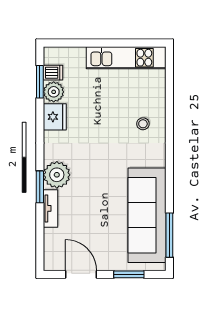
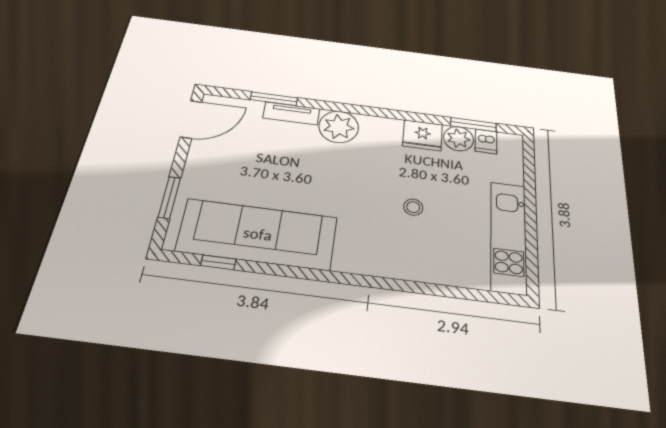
stool: (143, 124) -> (413, 207), moved
window: (40, 187) -> (274, 99), moved
window: (169, 235) -> (218, 262), width x0.46
door: (81, 274) -> (191, 119), moved

